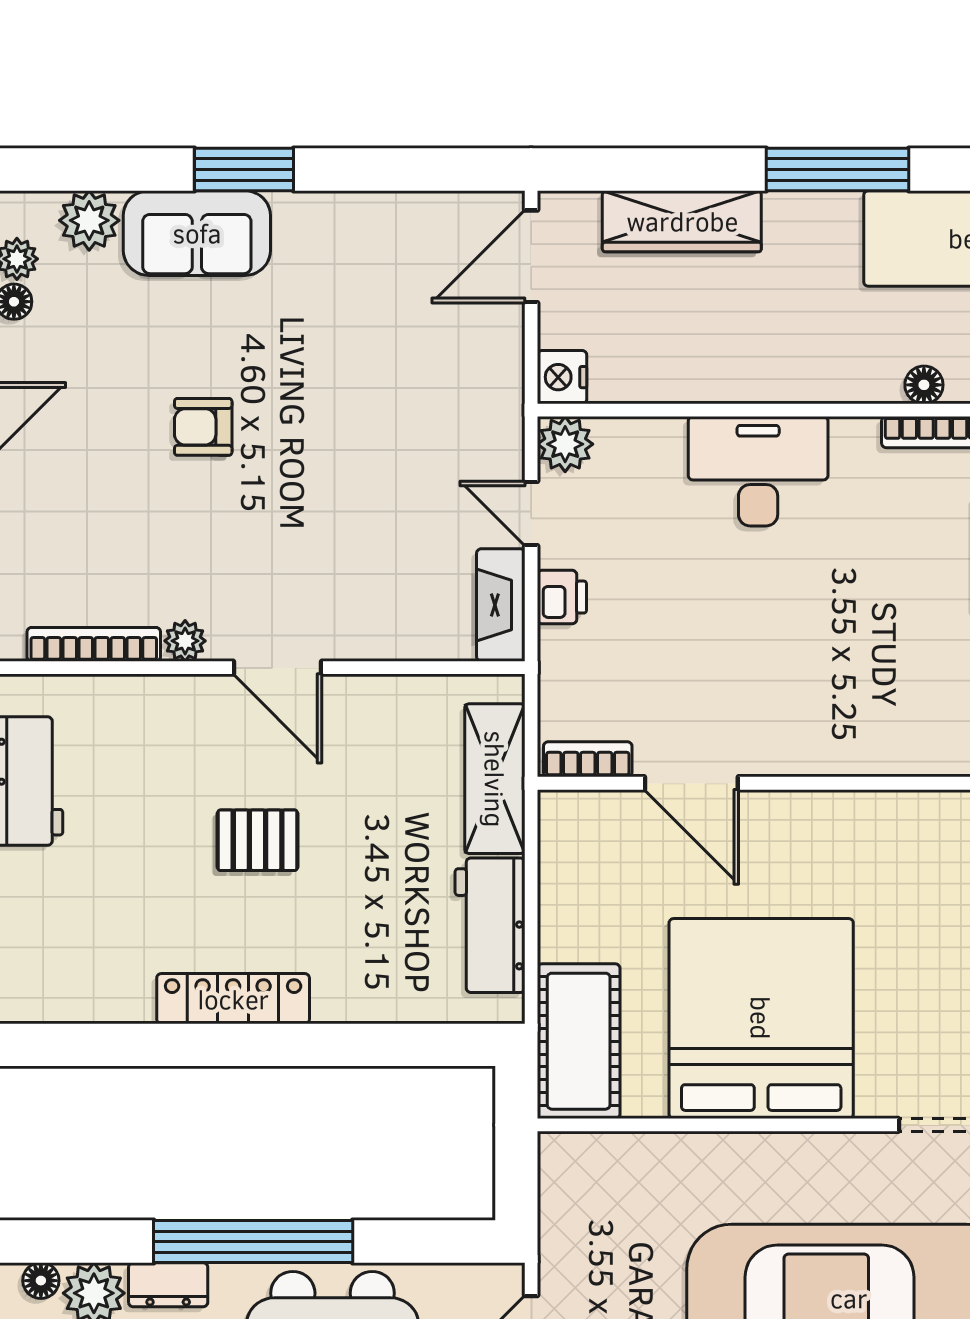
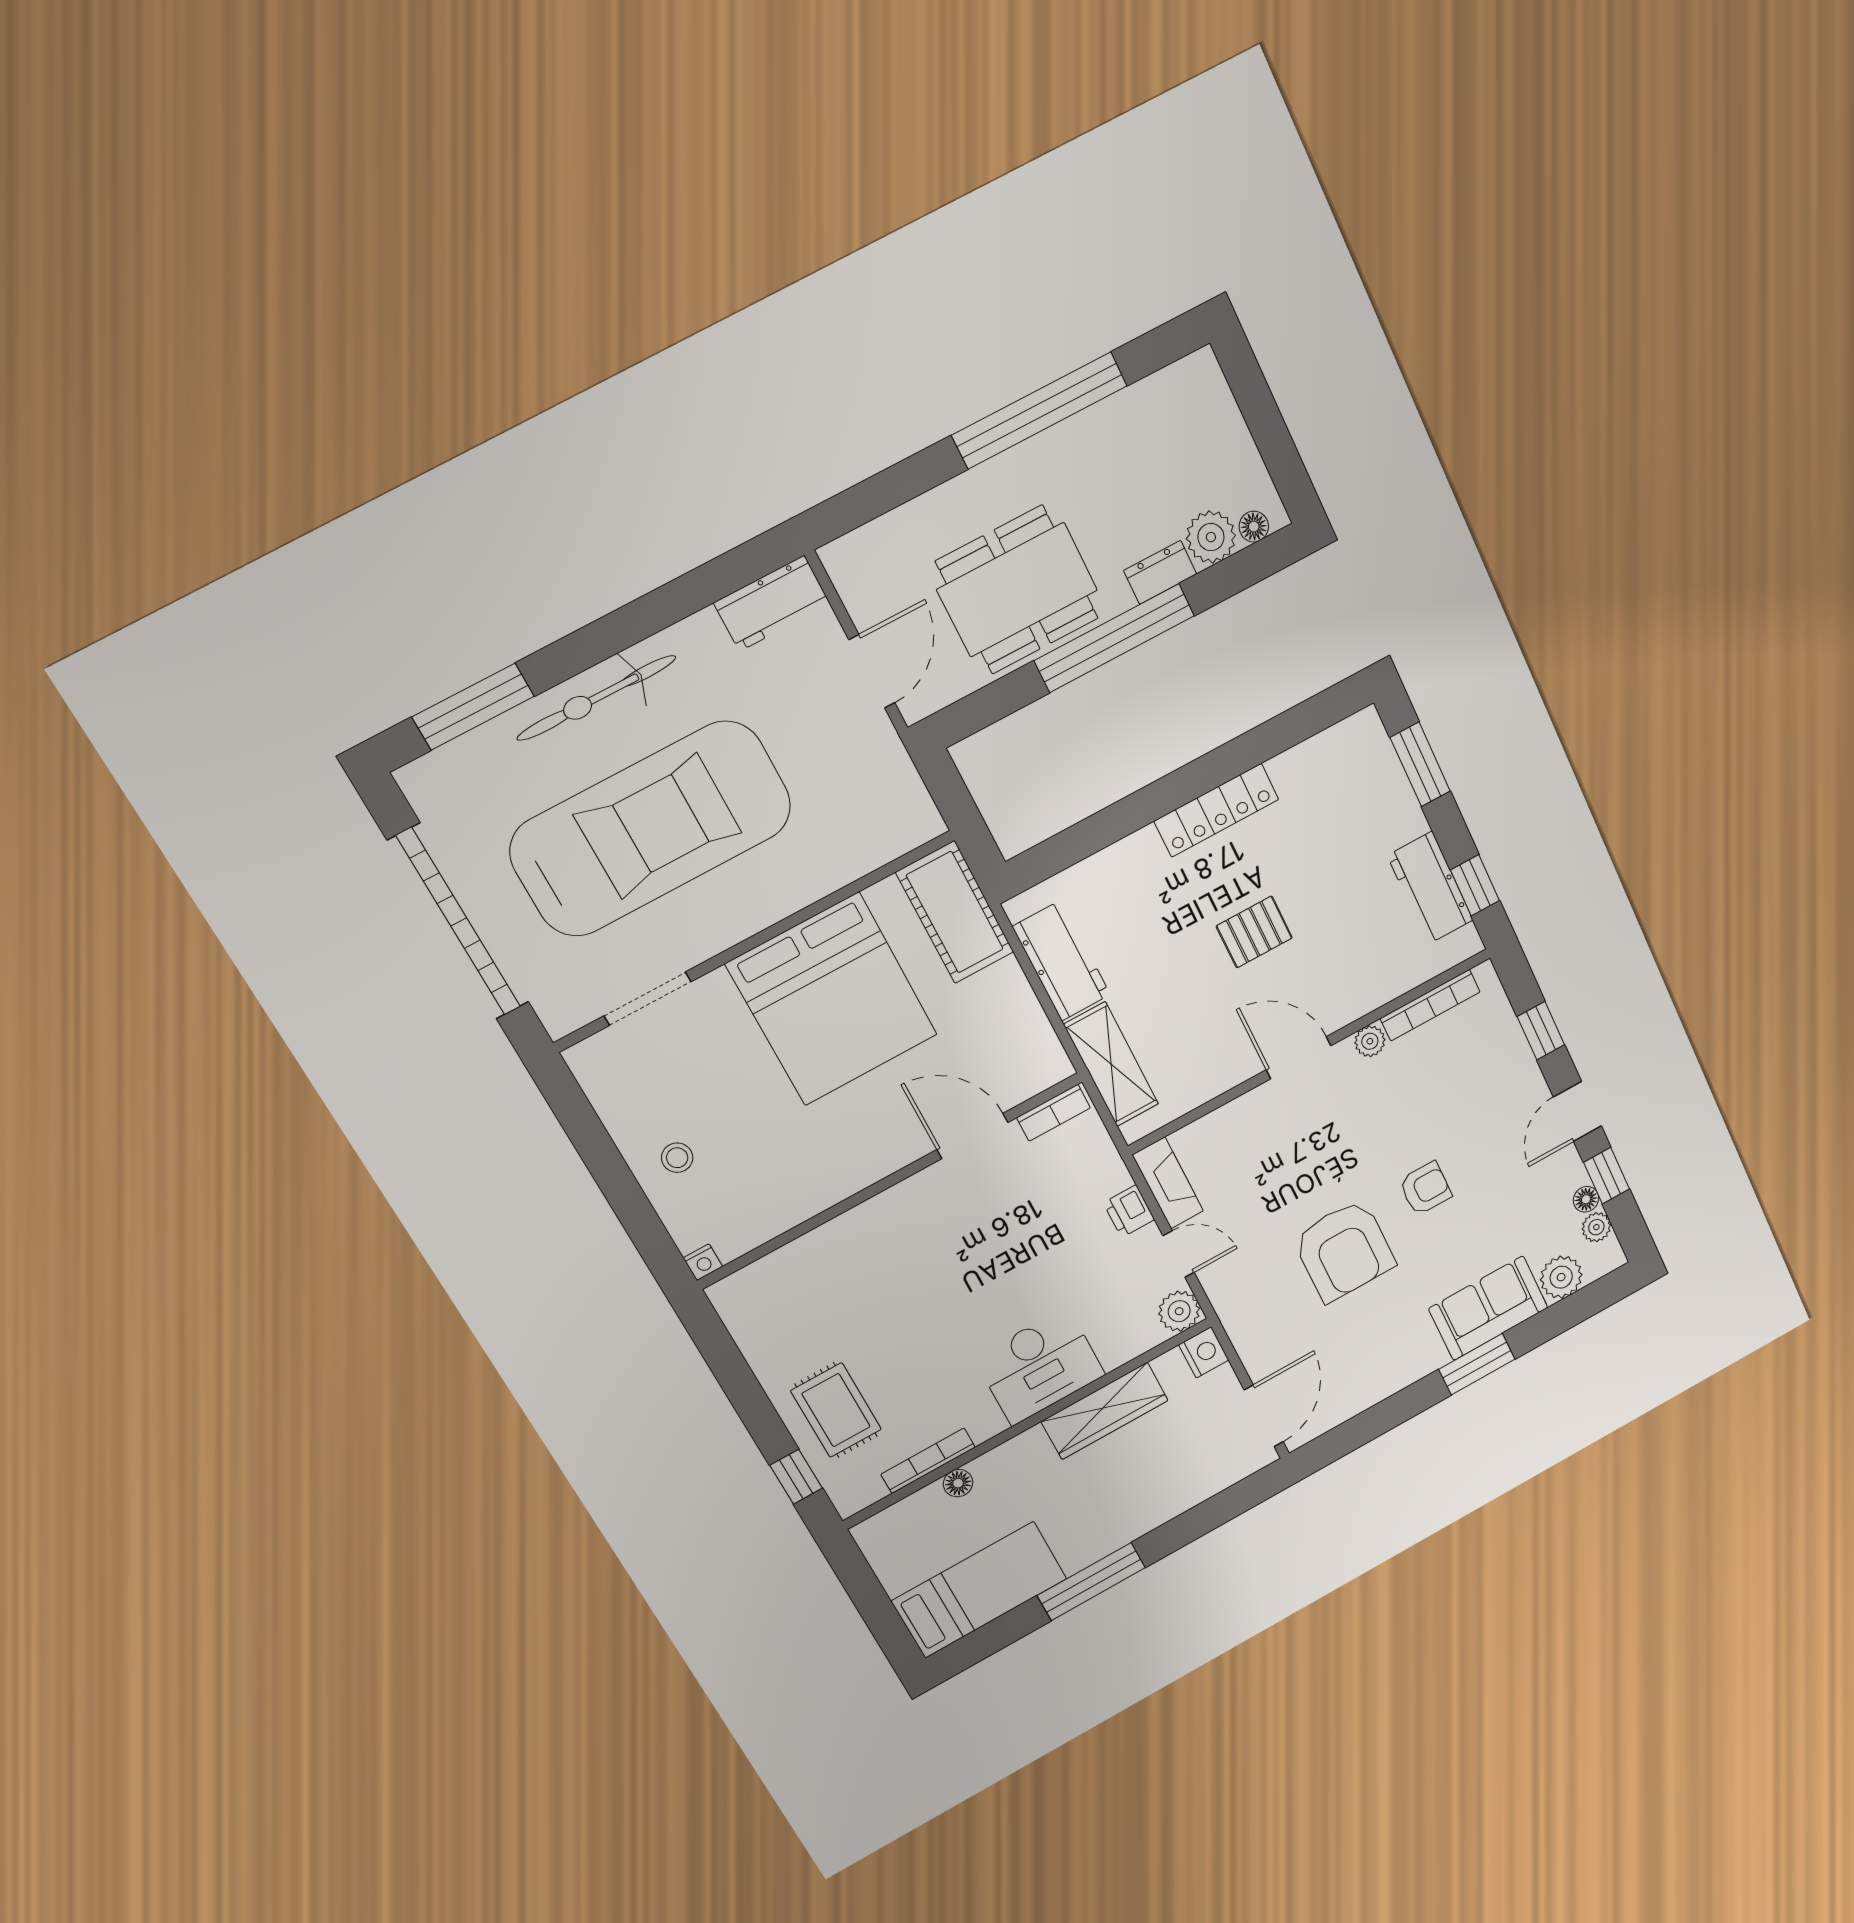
wardrobe: (682, 221) -> (1105, 1411), moved, turned 180
armchair: (336, 406) -> (1344, 1251), added

